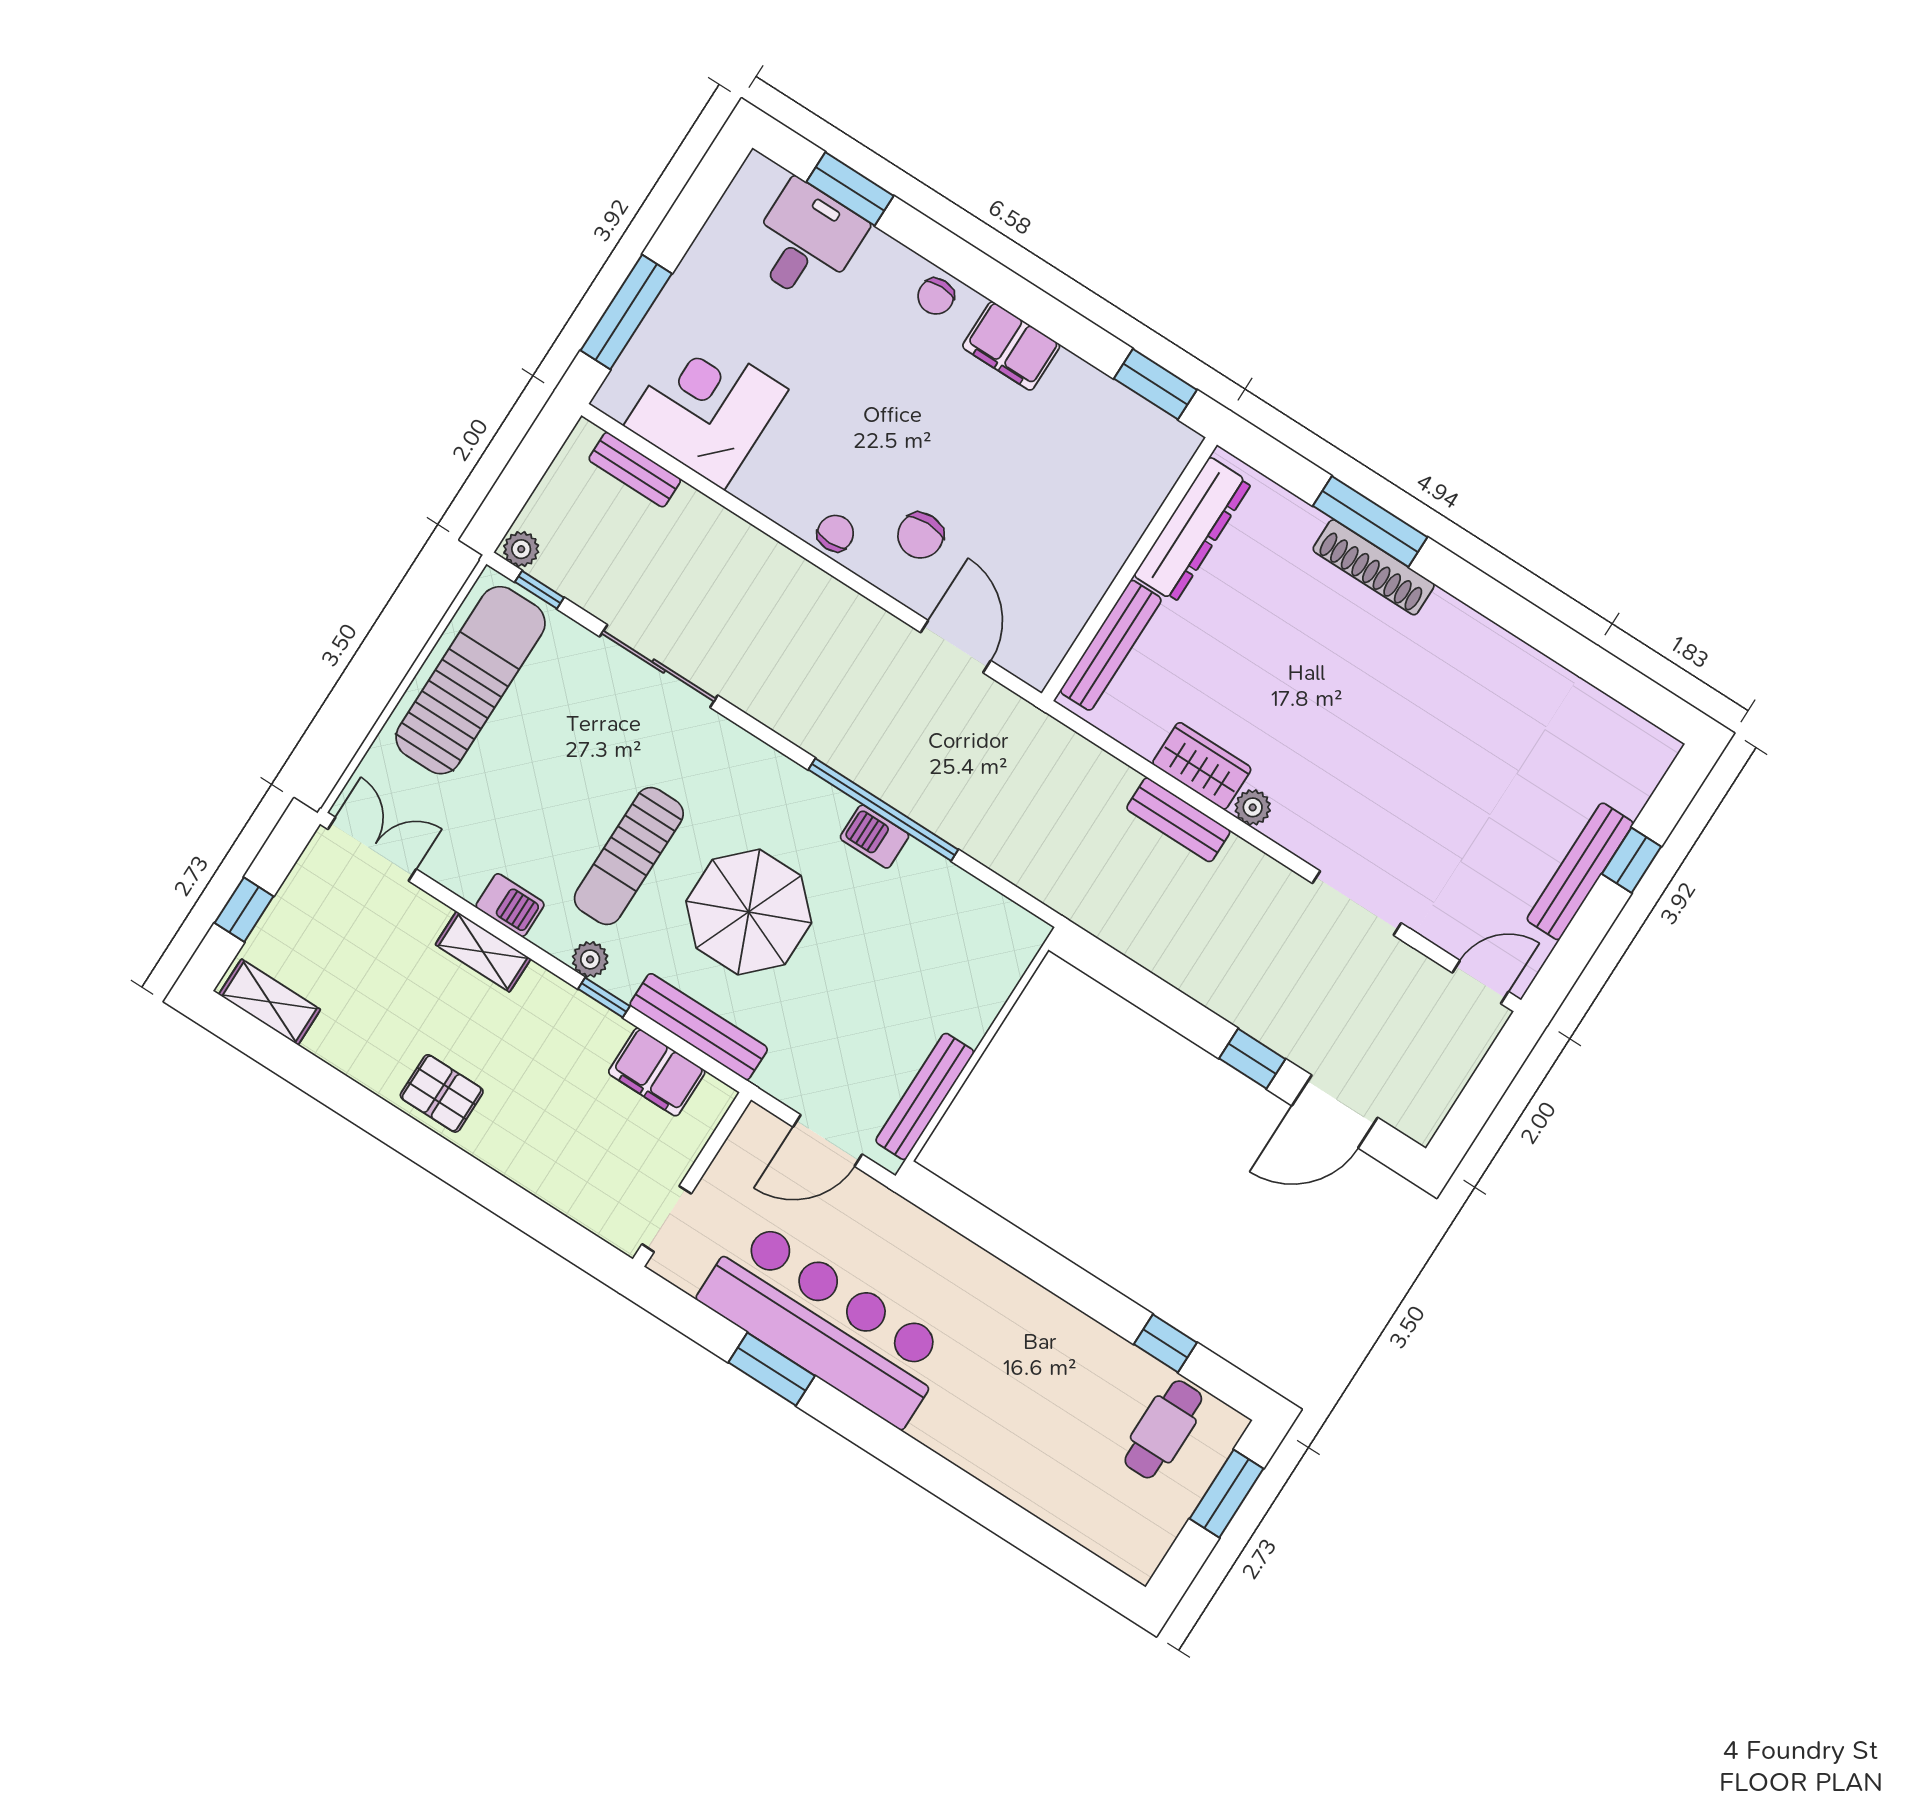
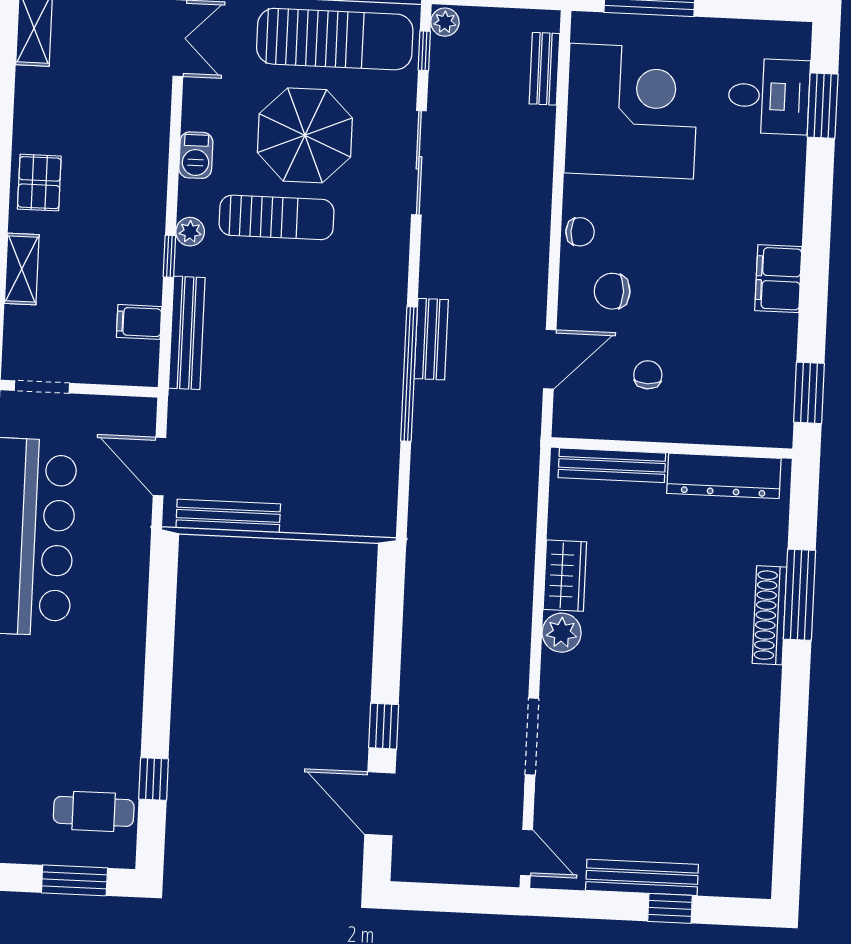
chair: (936, 296) -> (648, 375), moved, turned 90
corner desk: (706, 408) -> (632, 111), width x1.36, depth x1.36
plant: (1253, 807) -> (562, 633), width x1.38, depth x1.38
bench: (1178, 820) -> (431, 339), moved
barbecue: (875, 837) -> (387, 379), removed
sun lounger: (629, 856) -> (277, 217), turned 180
parasol: (749, 912) -> (305, 135), moved
shelving: (483, 952) -> (22, 269), moved
filing cabinet: (657, 1072) -> (139, 322), width x0.50

